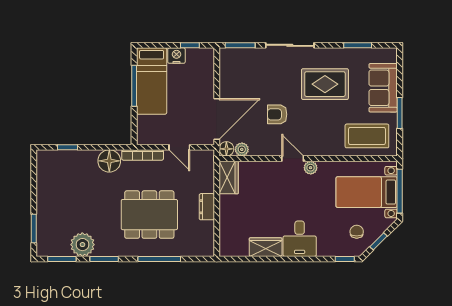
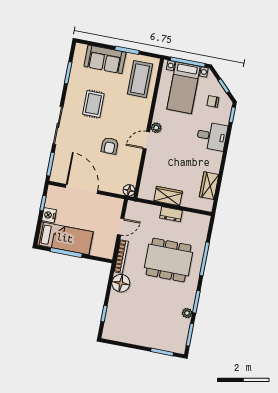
rug: (325, 84) -> (93, 104), width x0.73, depth x0.70
door: (217, 119) -> (82, 189), moved
plant: (242, 149) -> (132, 178), removed
wardrobe: (229, 177) -> (168, 196), moved
dining table: (149, 215) -> (169, 260), turned 90
desk: (300, 239) -> (212, 136), moved
plant: (82, 245) -> (187, 313), width x0.53, depth x0.53
wardrobe: (266, 247) -> (209, 186), moved

